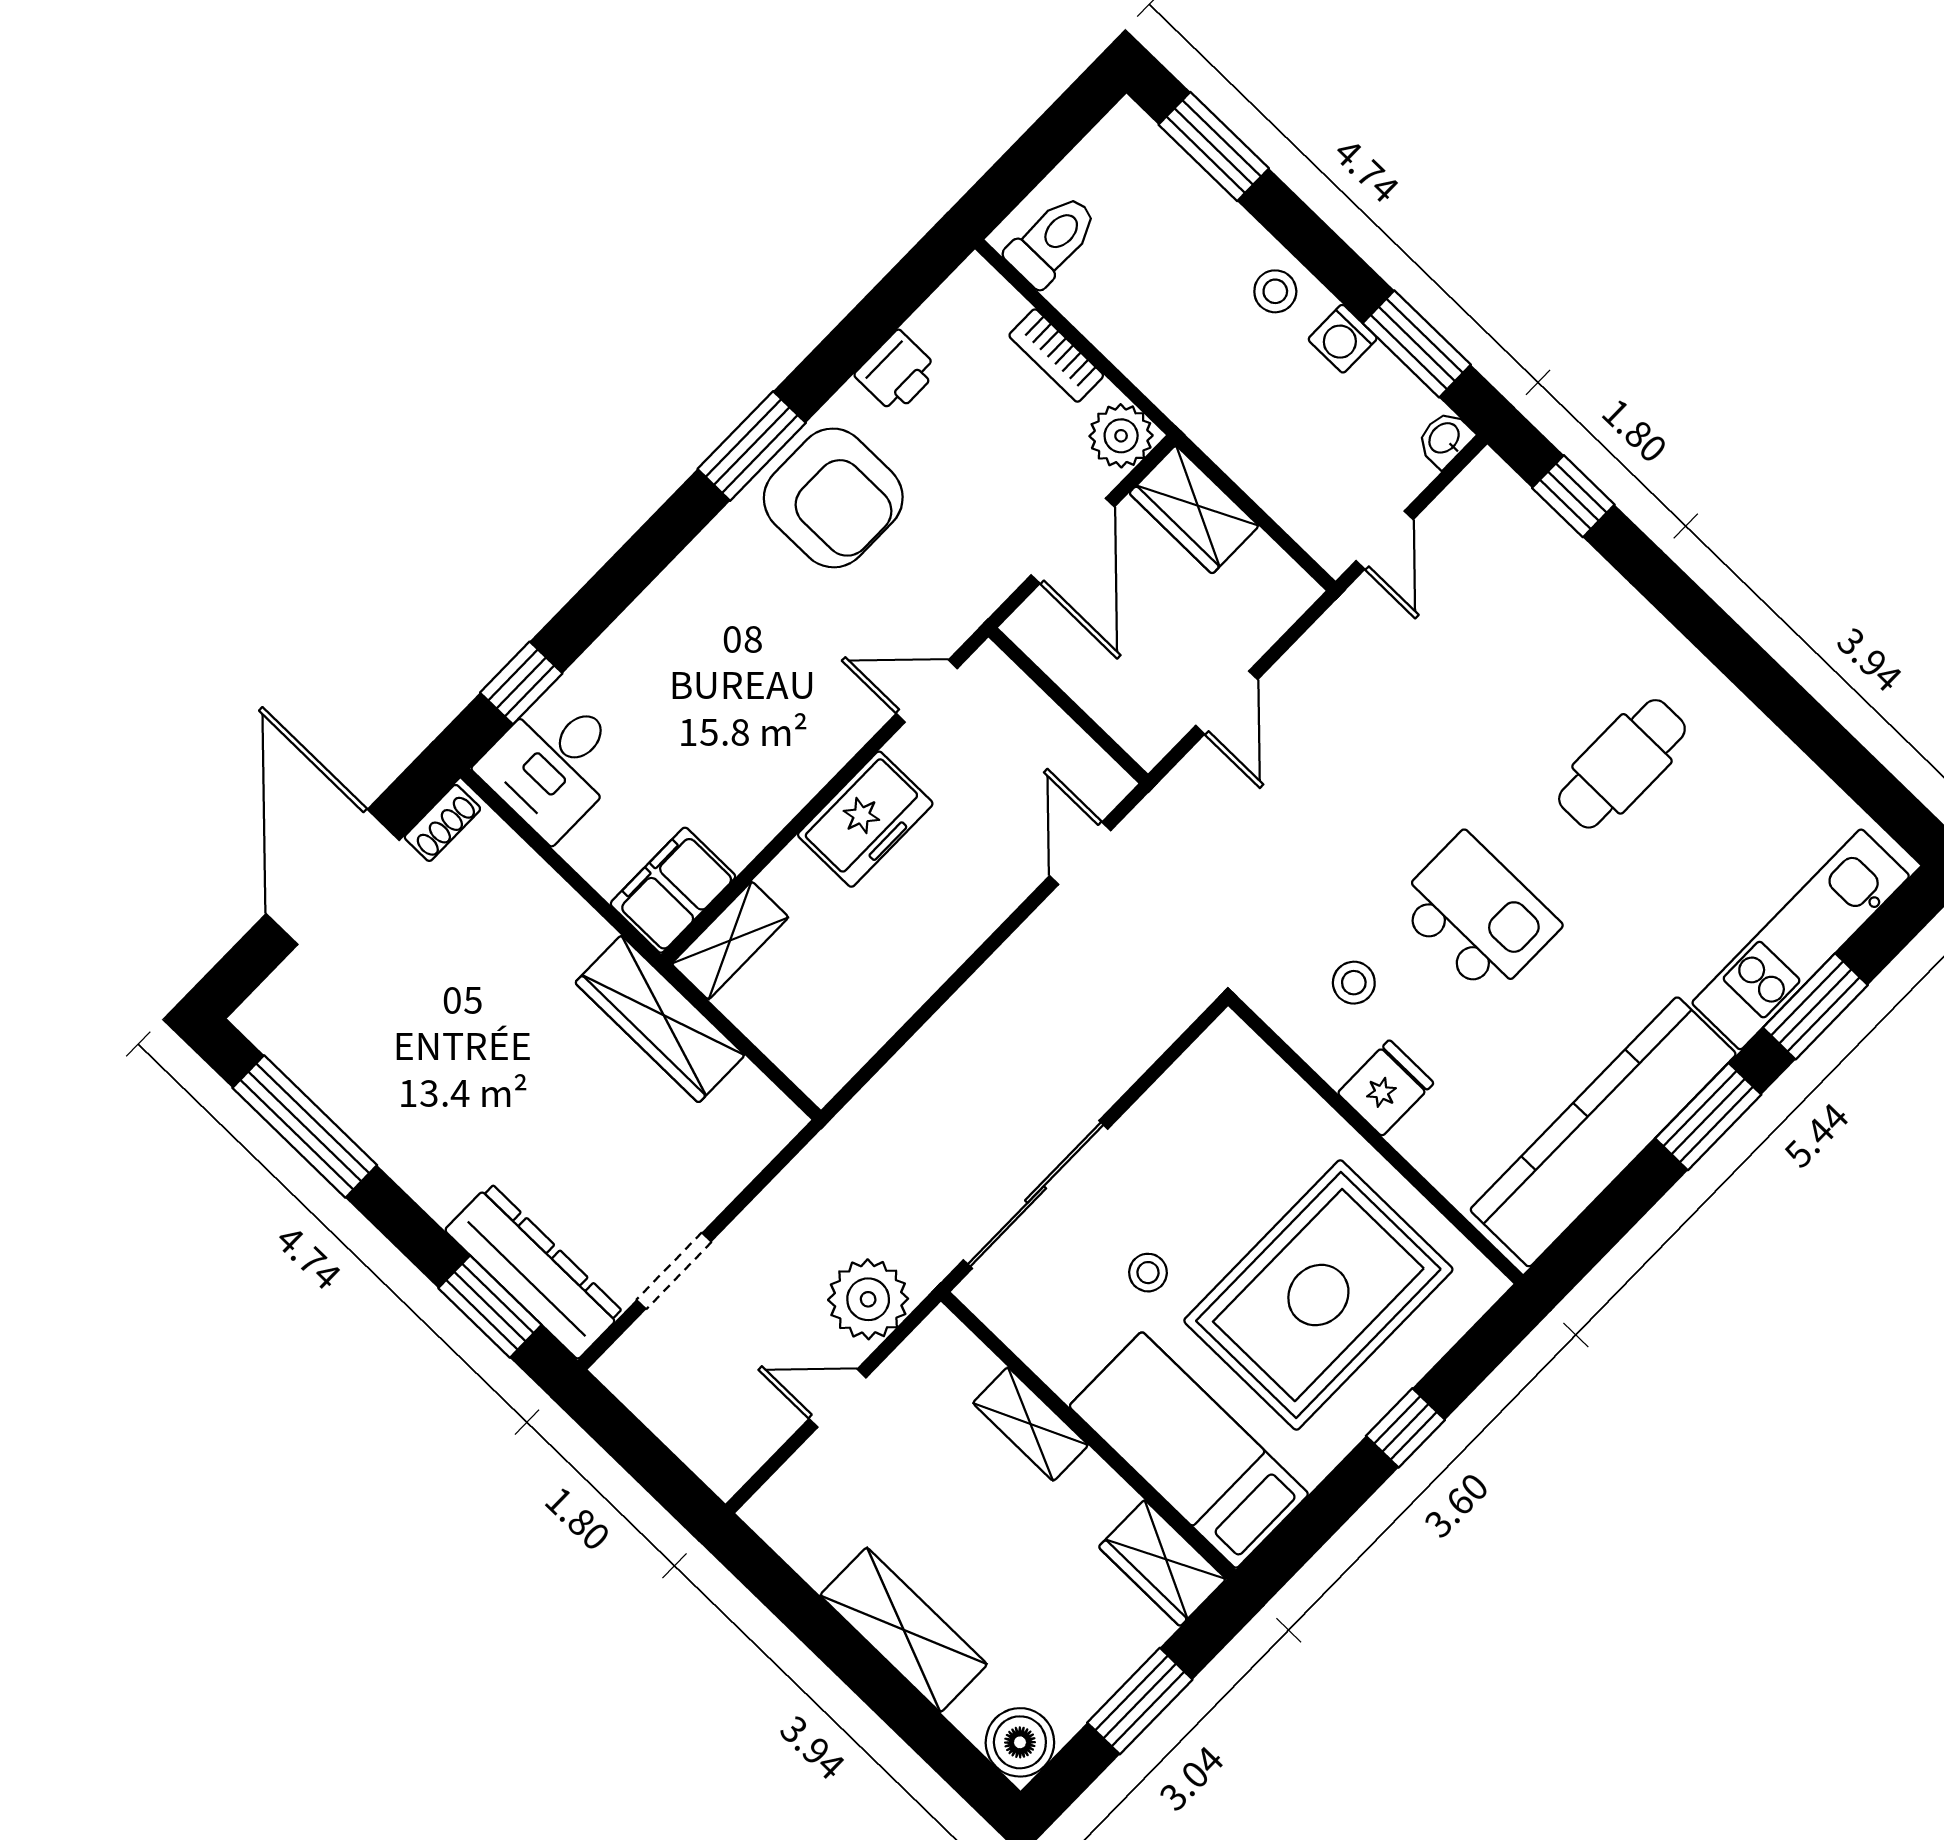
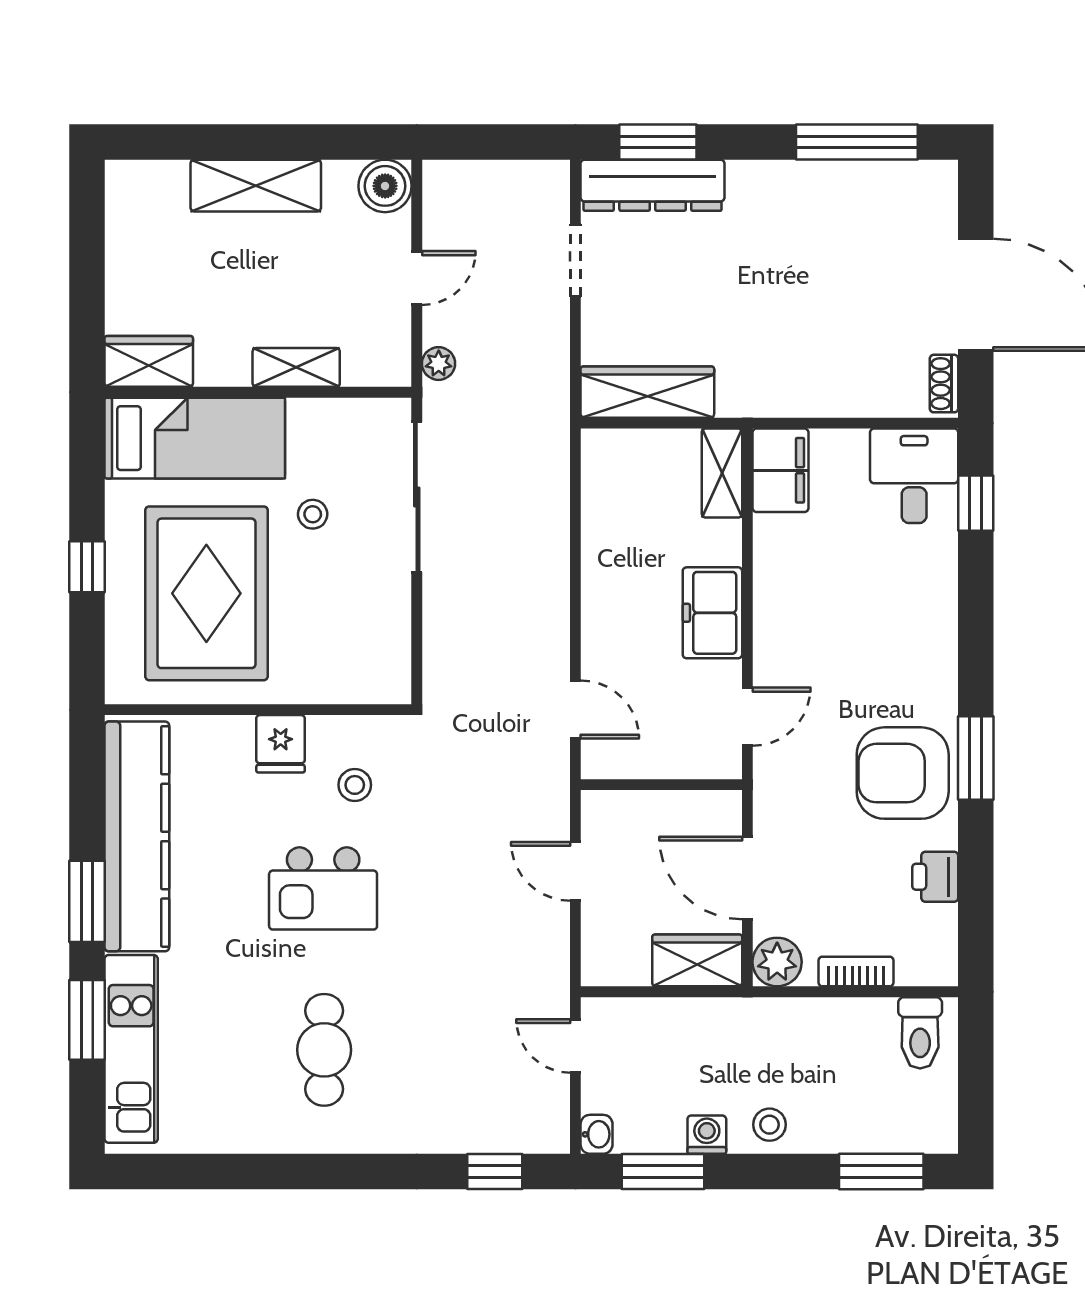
wardrobe: (660, 1019) -> (647, 392), moved
plant: (868, 1299) -> (439, 364), width x0.53, depth x0.53
window: (1140, 1701) -> (87, 273), removed
boiler: (1020, 1742) -> (385, 186), moved

